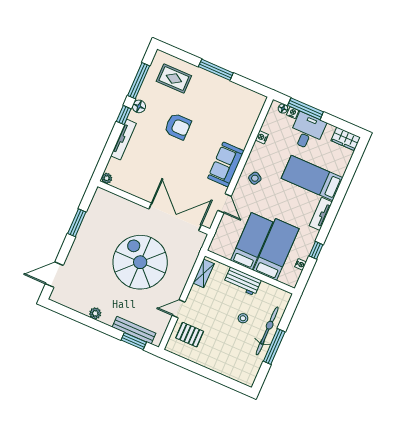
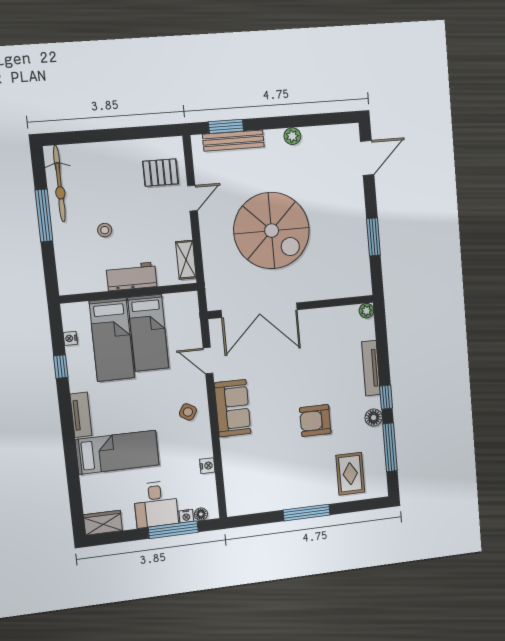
rug: (174, 79) -> (350, 474), turned 90
bicycle: (267, 331) -> (59, 184), moved

